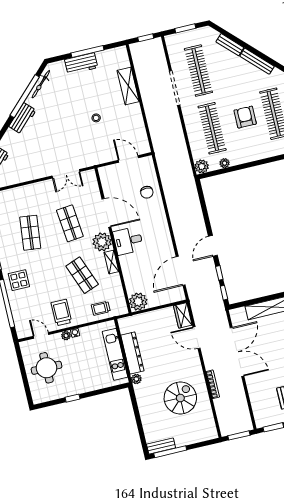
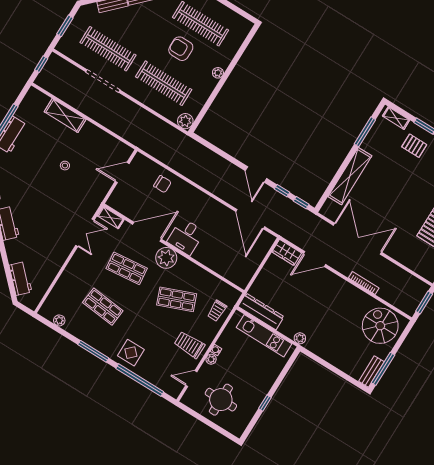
plant: (225, 163) -> (218, 73), moved
shelving: (111, 262) -> (111, 218), moved
plant: (138, 302) -> (241, 276), removed
dresser: (132, 353) -> (261, 311), moved
spiral stairs: (180, 398) -> (380, 326), moved

